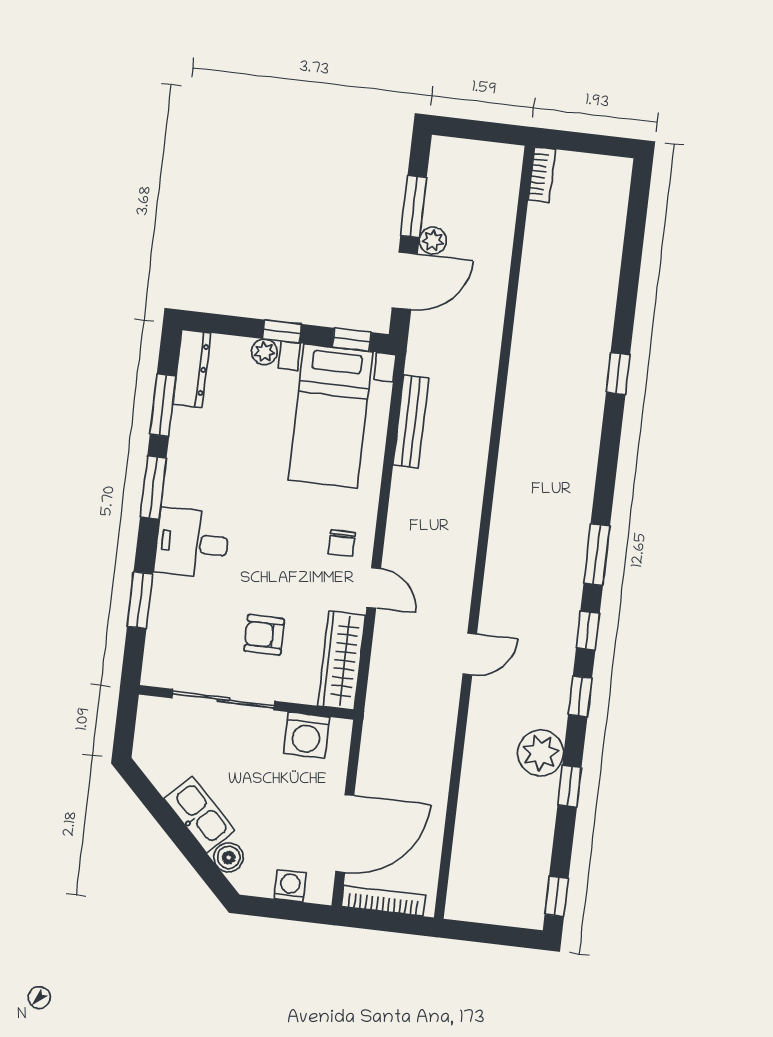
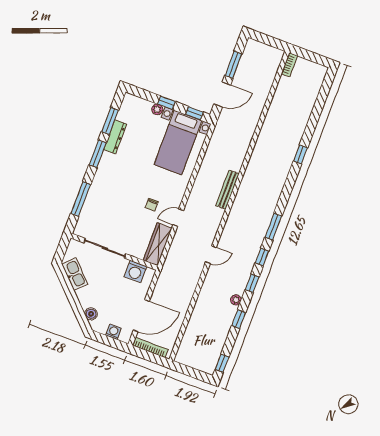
plant: (433, 240) -> (238, 81), removed
dresser: (192, 369) -> (115, 137), moved
bench: (411, 422) -> (227, 190), moved
desk: (192, 543) -> (108, 181), removed
chair: (342, 543) -> (152, 205), moved
door: (374, 588) -> (178, 218), swing flipped
window: (140, 600) -> (81, 199), width x1.44
armchair: (264, 635) -> (128, 226), removed
plant: (541, 753) -> (236, 300), width x0.53, depth x0.53
kitchen sink: (199, 815) -> (75, 274), moved

